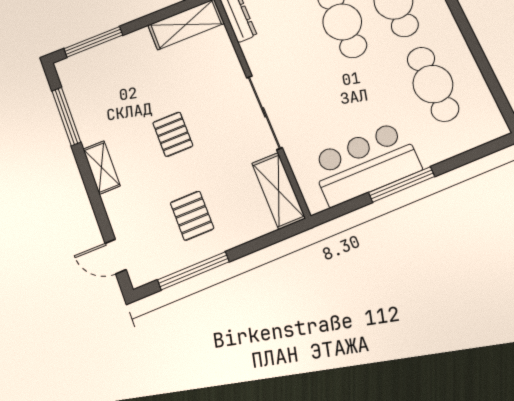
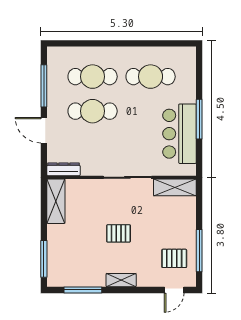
pallet: (192, 216) -> (174, 258), moved

